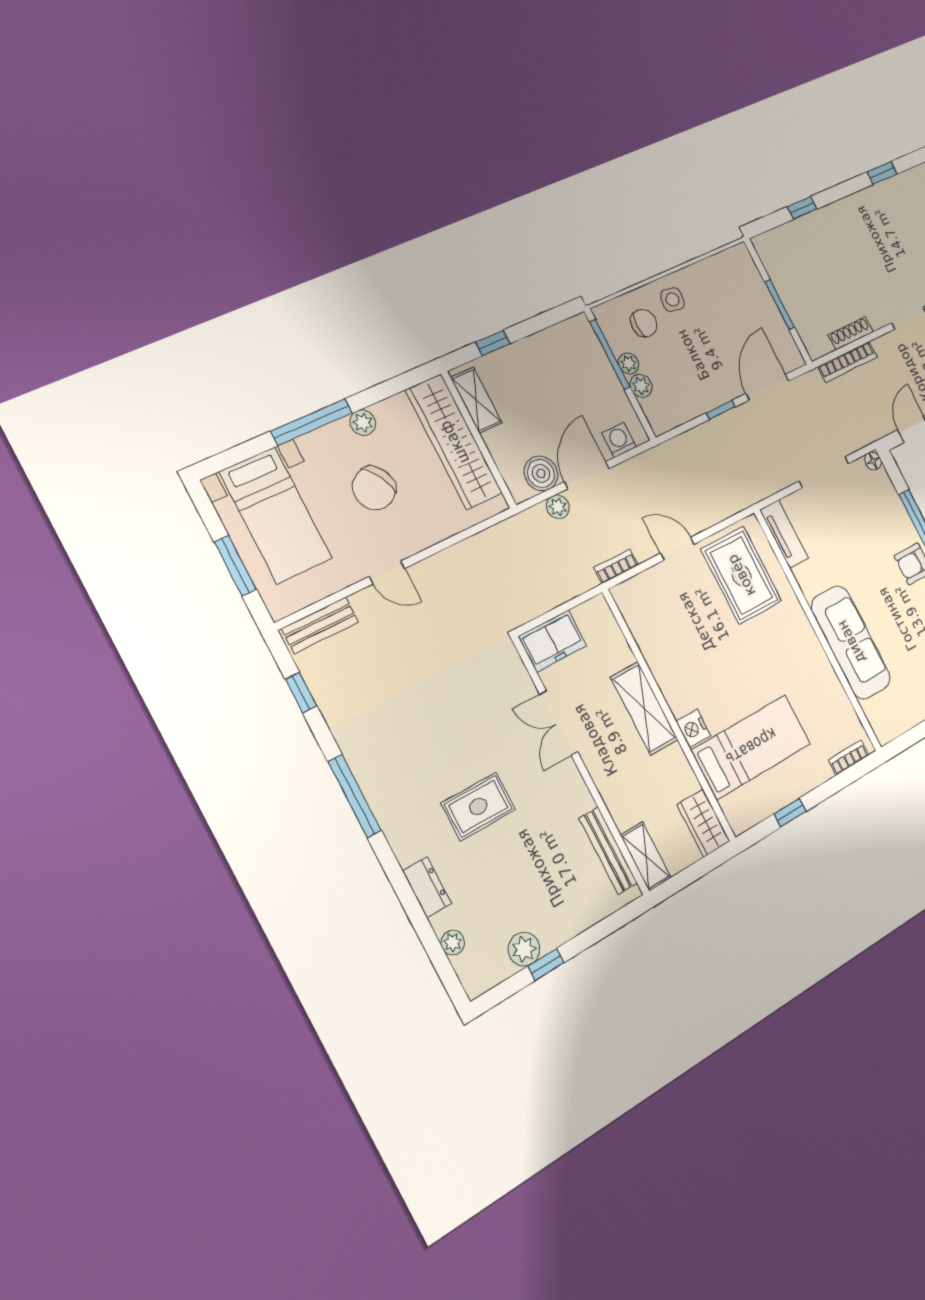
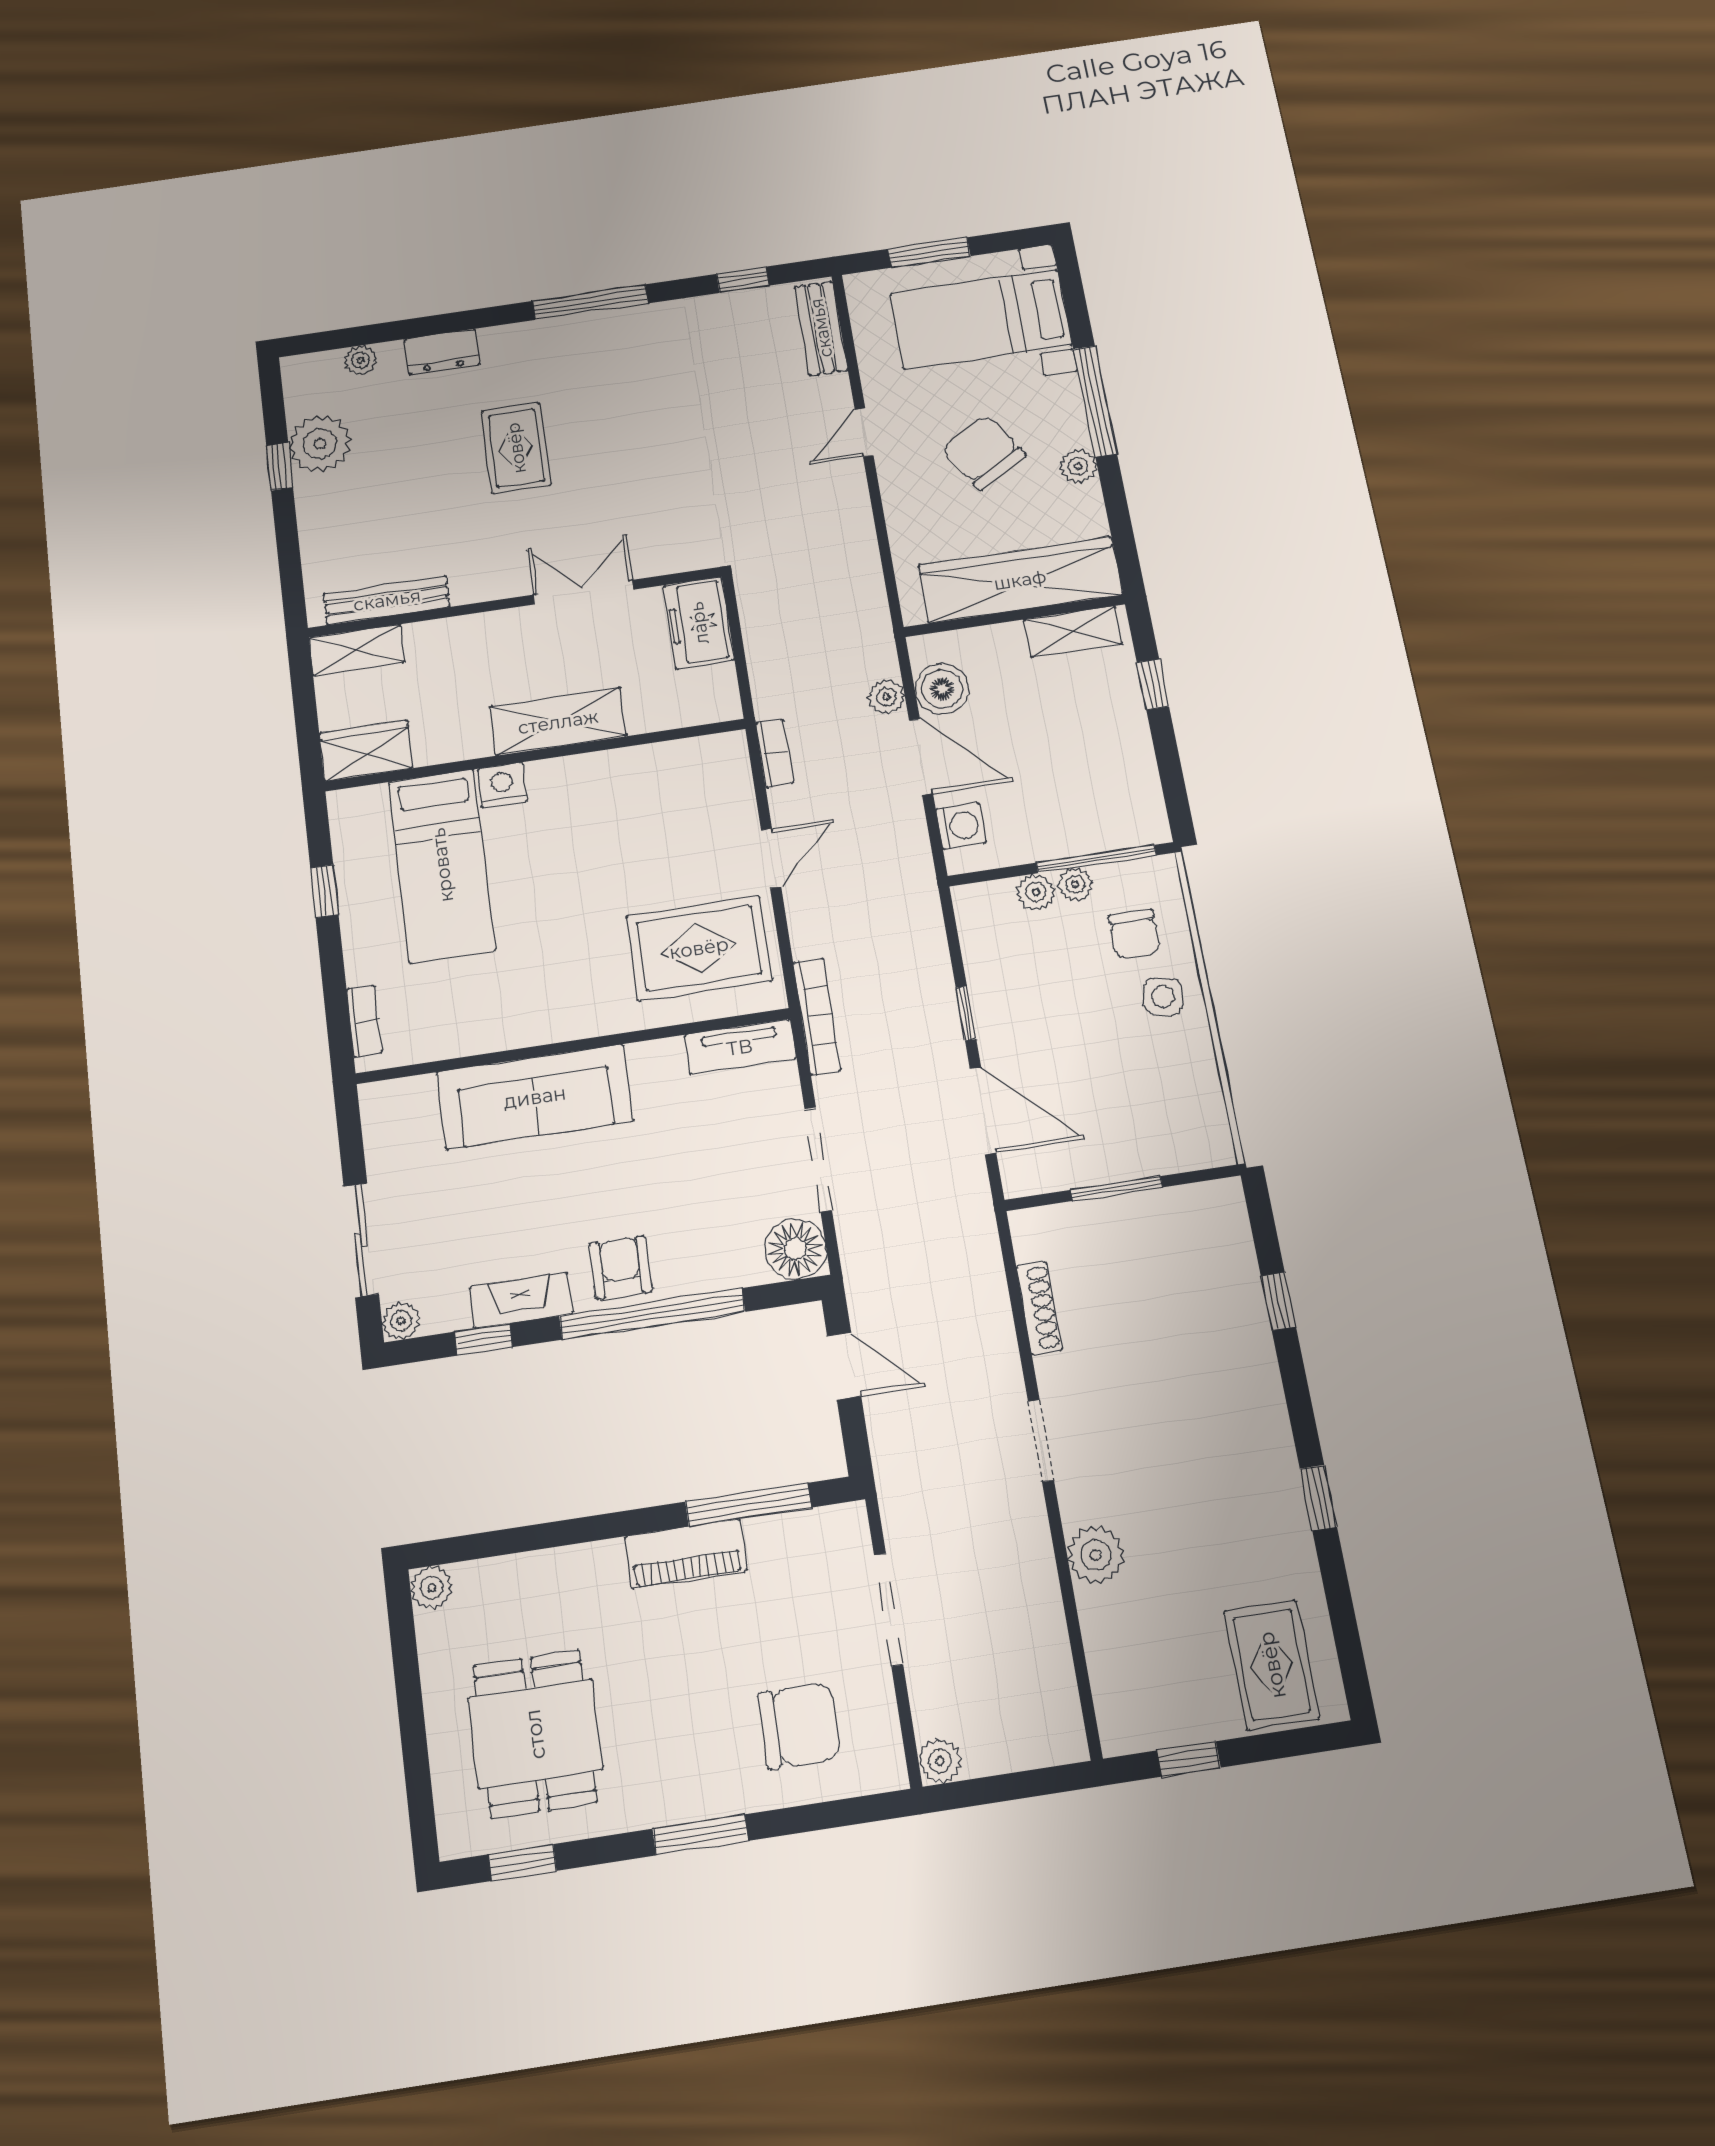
bookcase: (847, 362) -> (817, 1016), moved, turned 180
floor lamp: (873, 461) -> (795, 1249), width x1.89, depth x1.89
plant: (524, 949) -> (320, 444), width x1.36, depth x1.36

